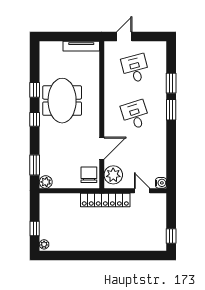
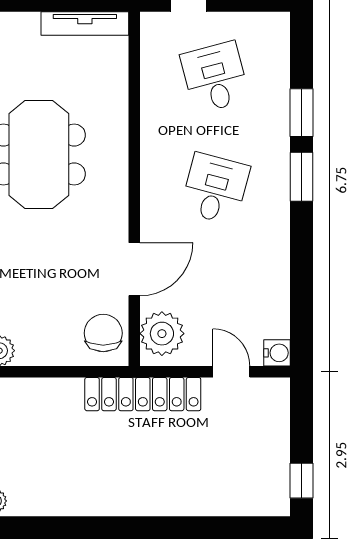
desk: (135, 115) -> (215, 189), turned 33

